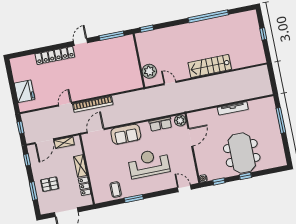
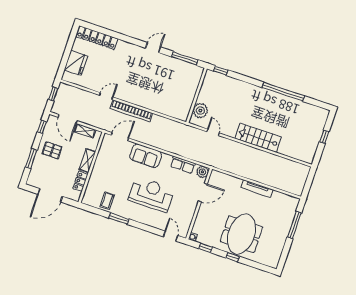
locker: (55, 55) -> (97, 38), moved
door: (44, 141) -> (68, 119), hinge flipped
pallet: (50, 184) -> (52, 150), moved

